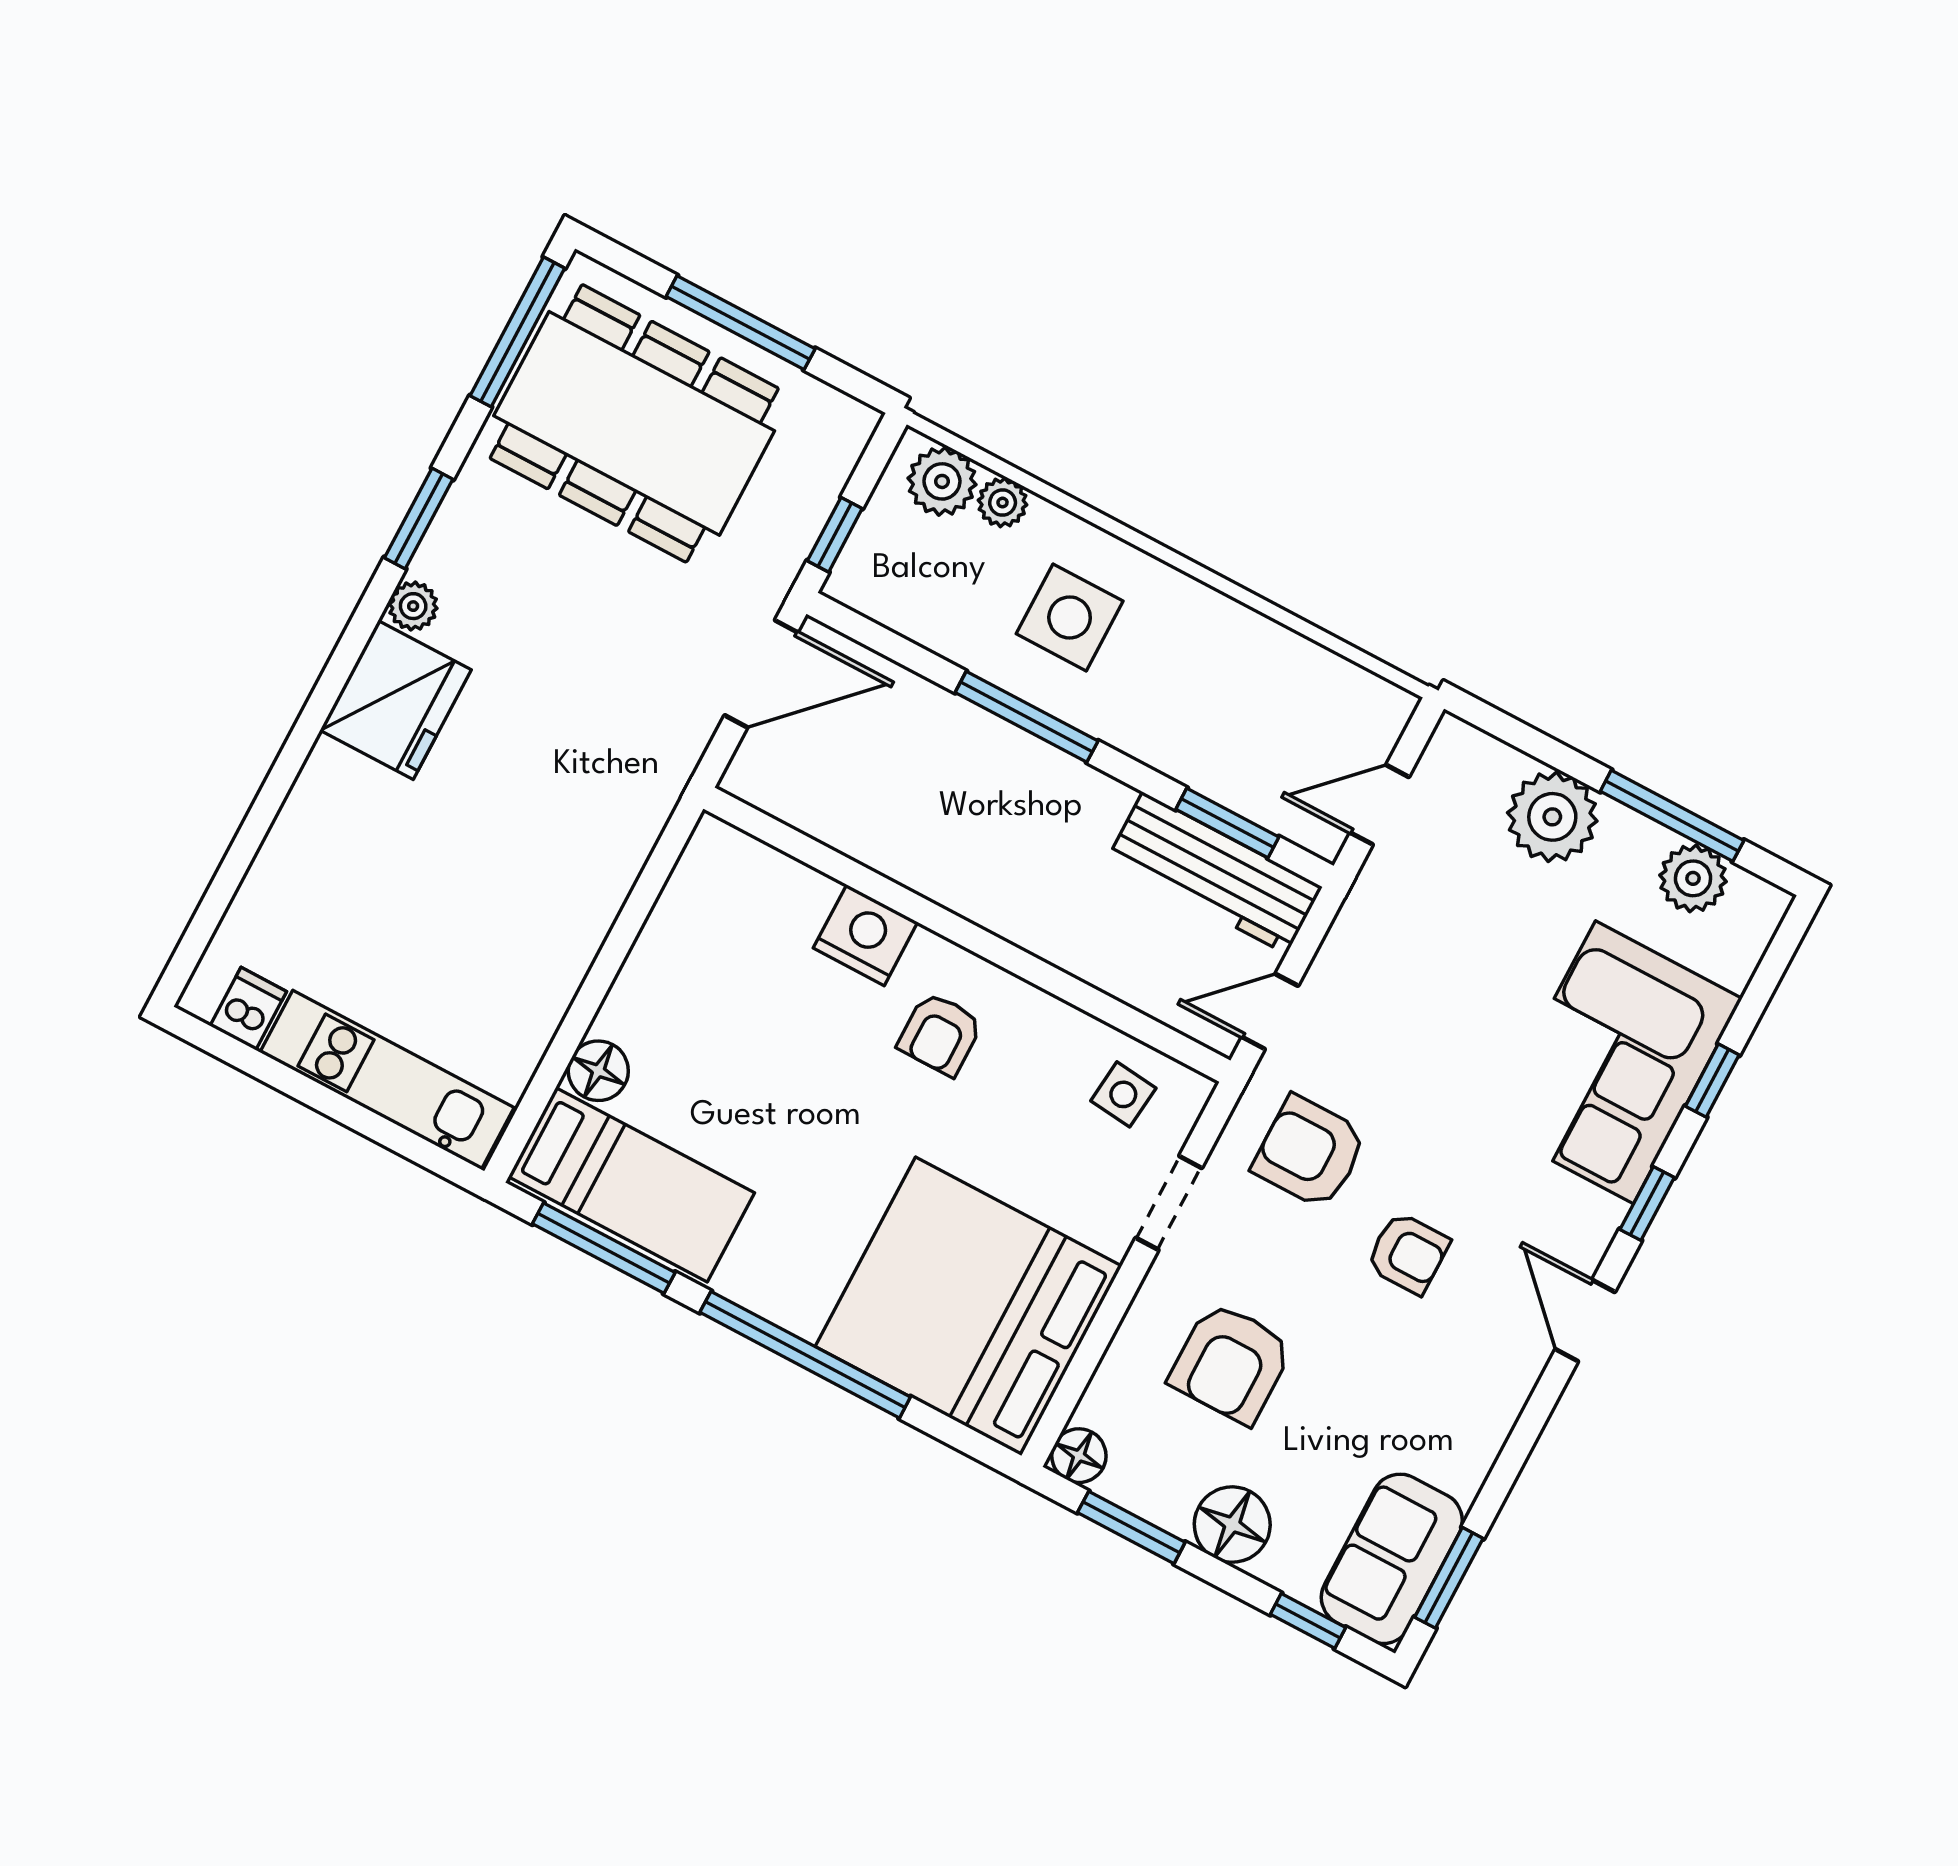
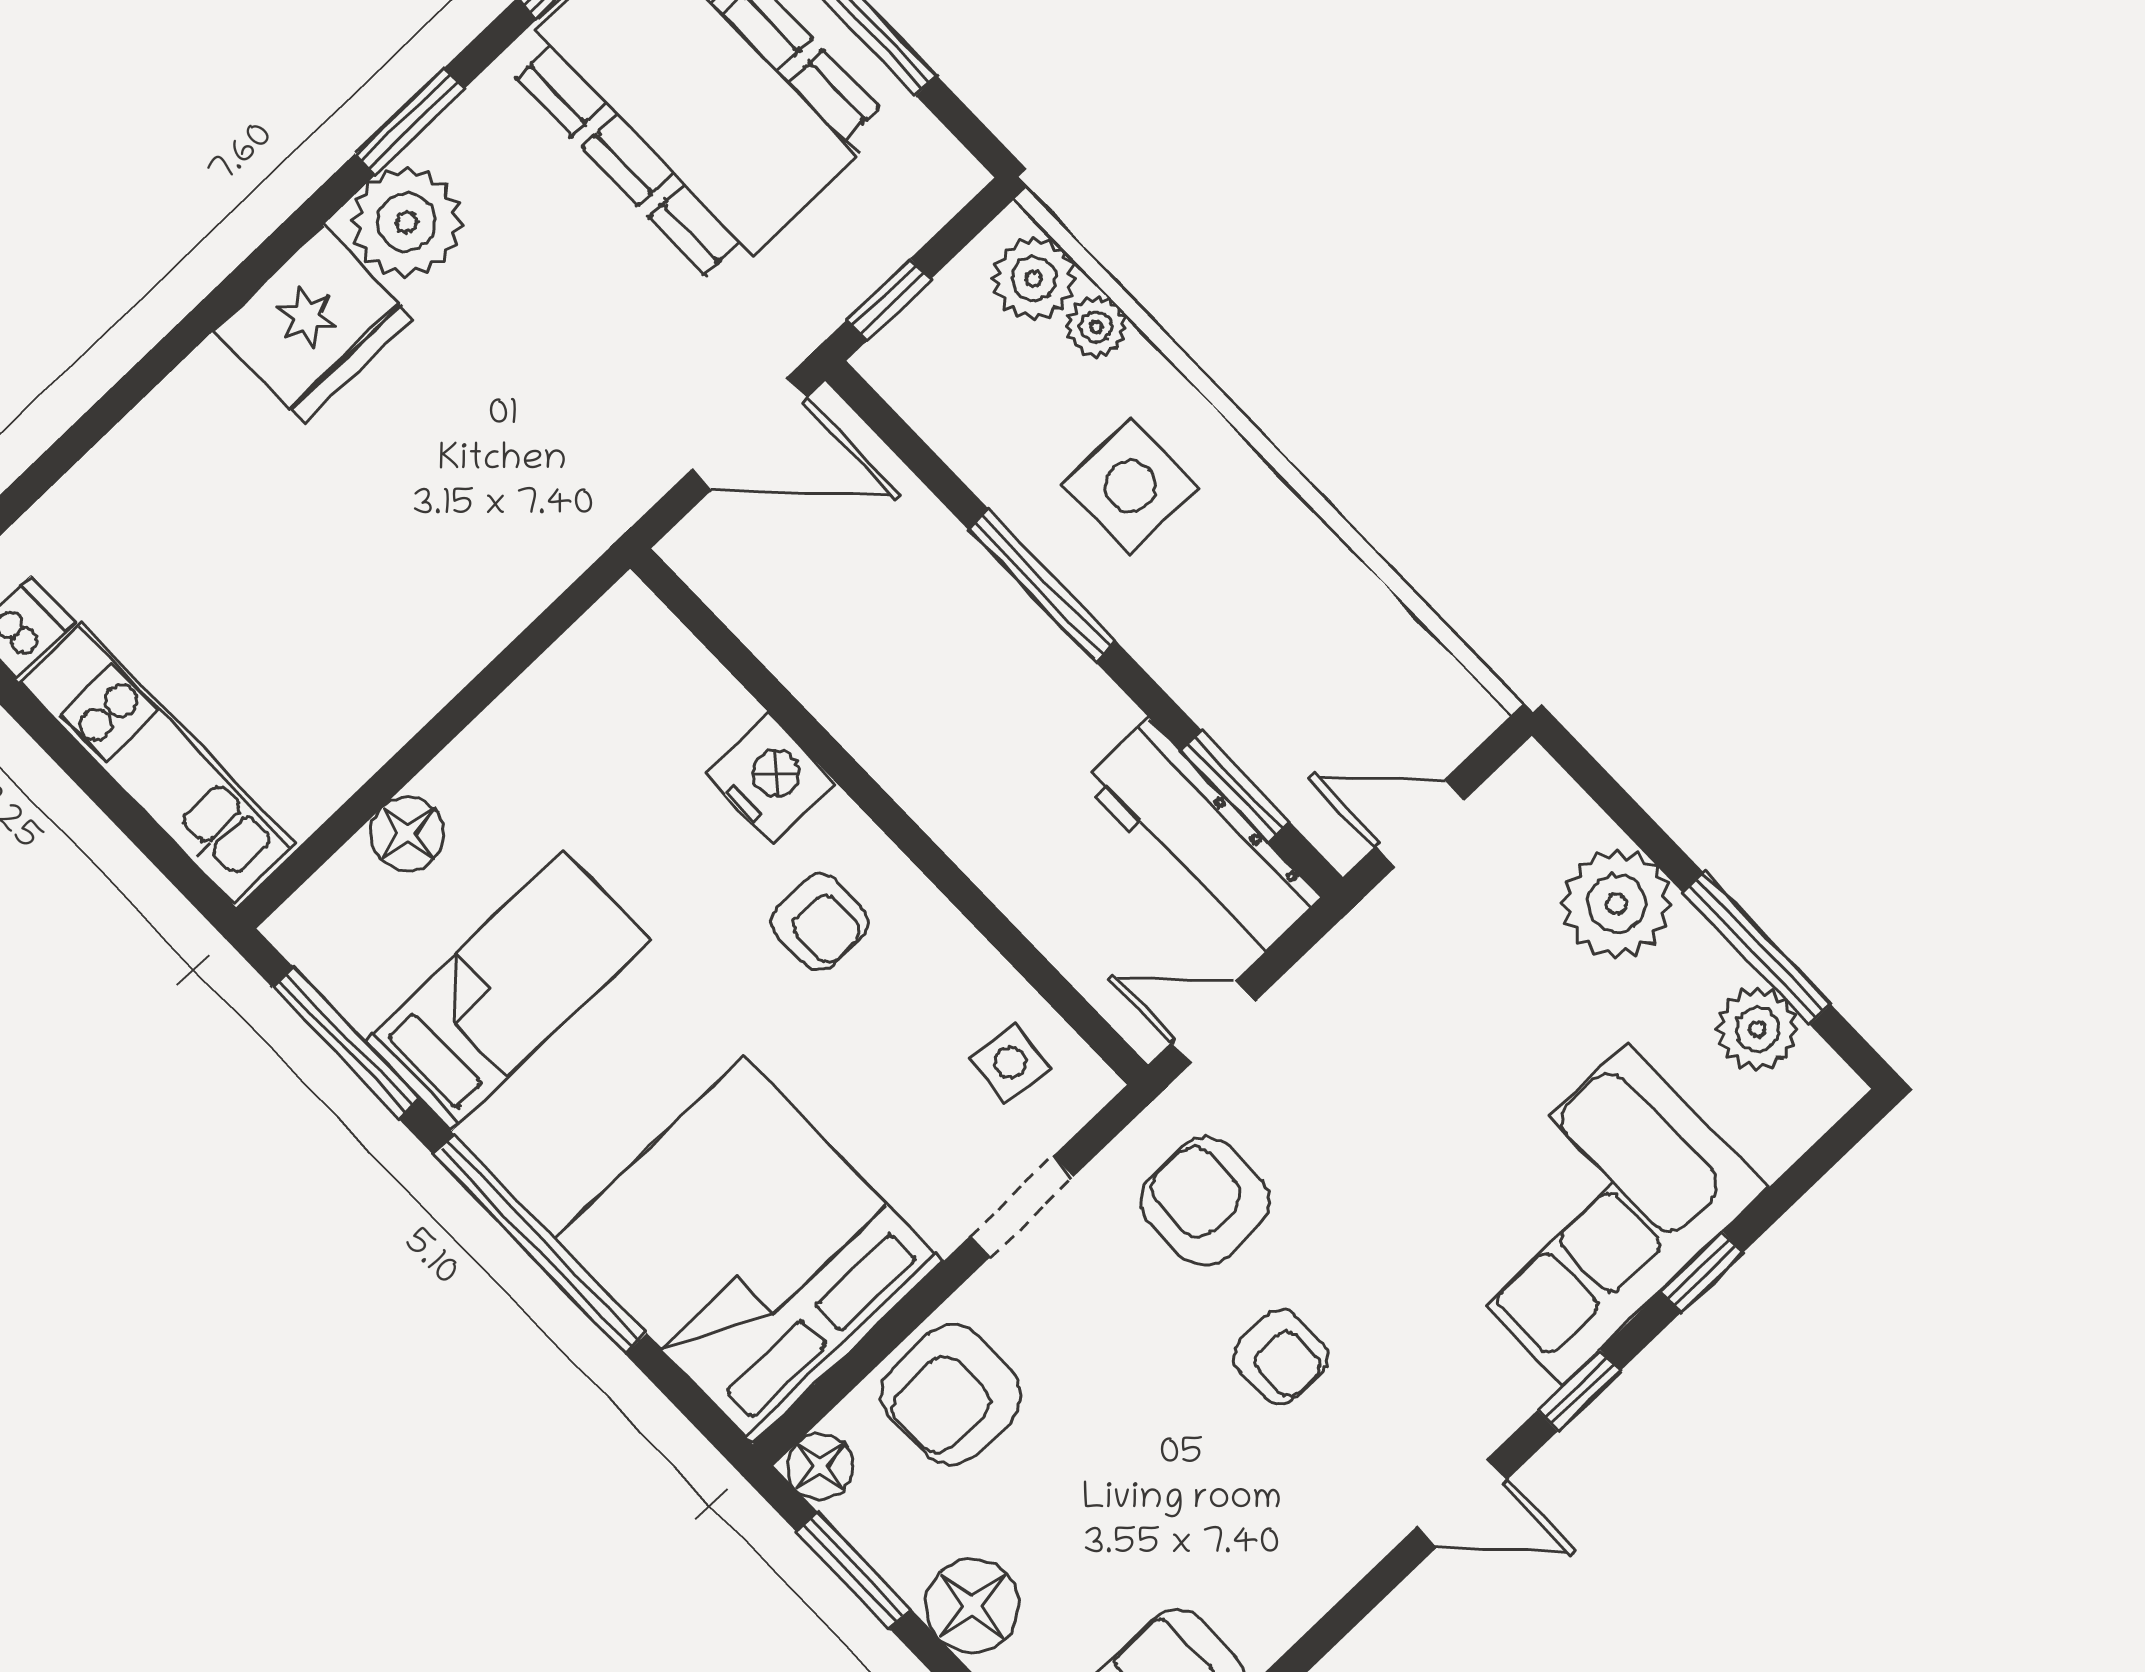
plant: (413, 606) -> (406, 222), width x1.87, depth x1.87
armchair: (940, 1034) -> (820, 922), turned -90
bed: (631, 1185) -> (507, 991), moved, turned -90
door: (1585, 1321) -> (1462, 1503), swing flipped
armchair: (1231, 1363) -> (951, 1394), moved

